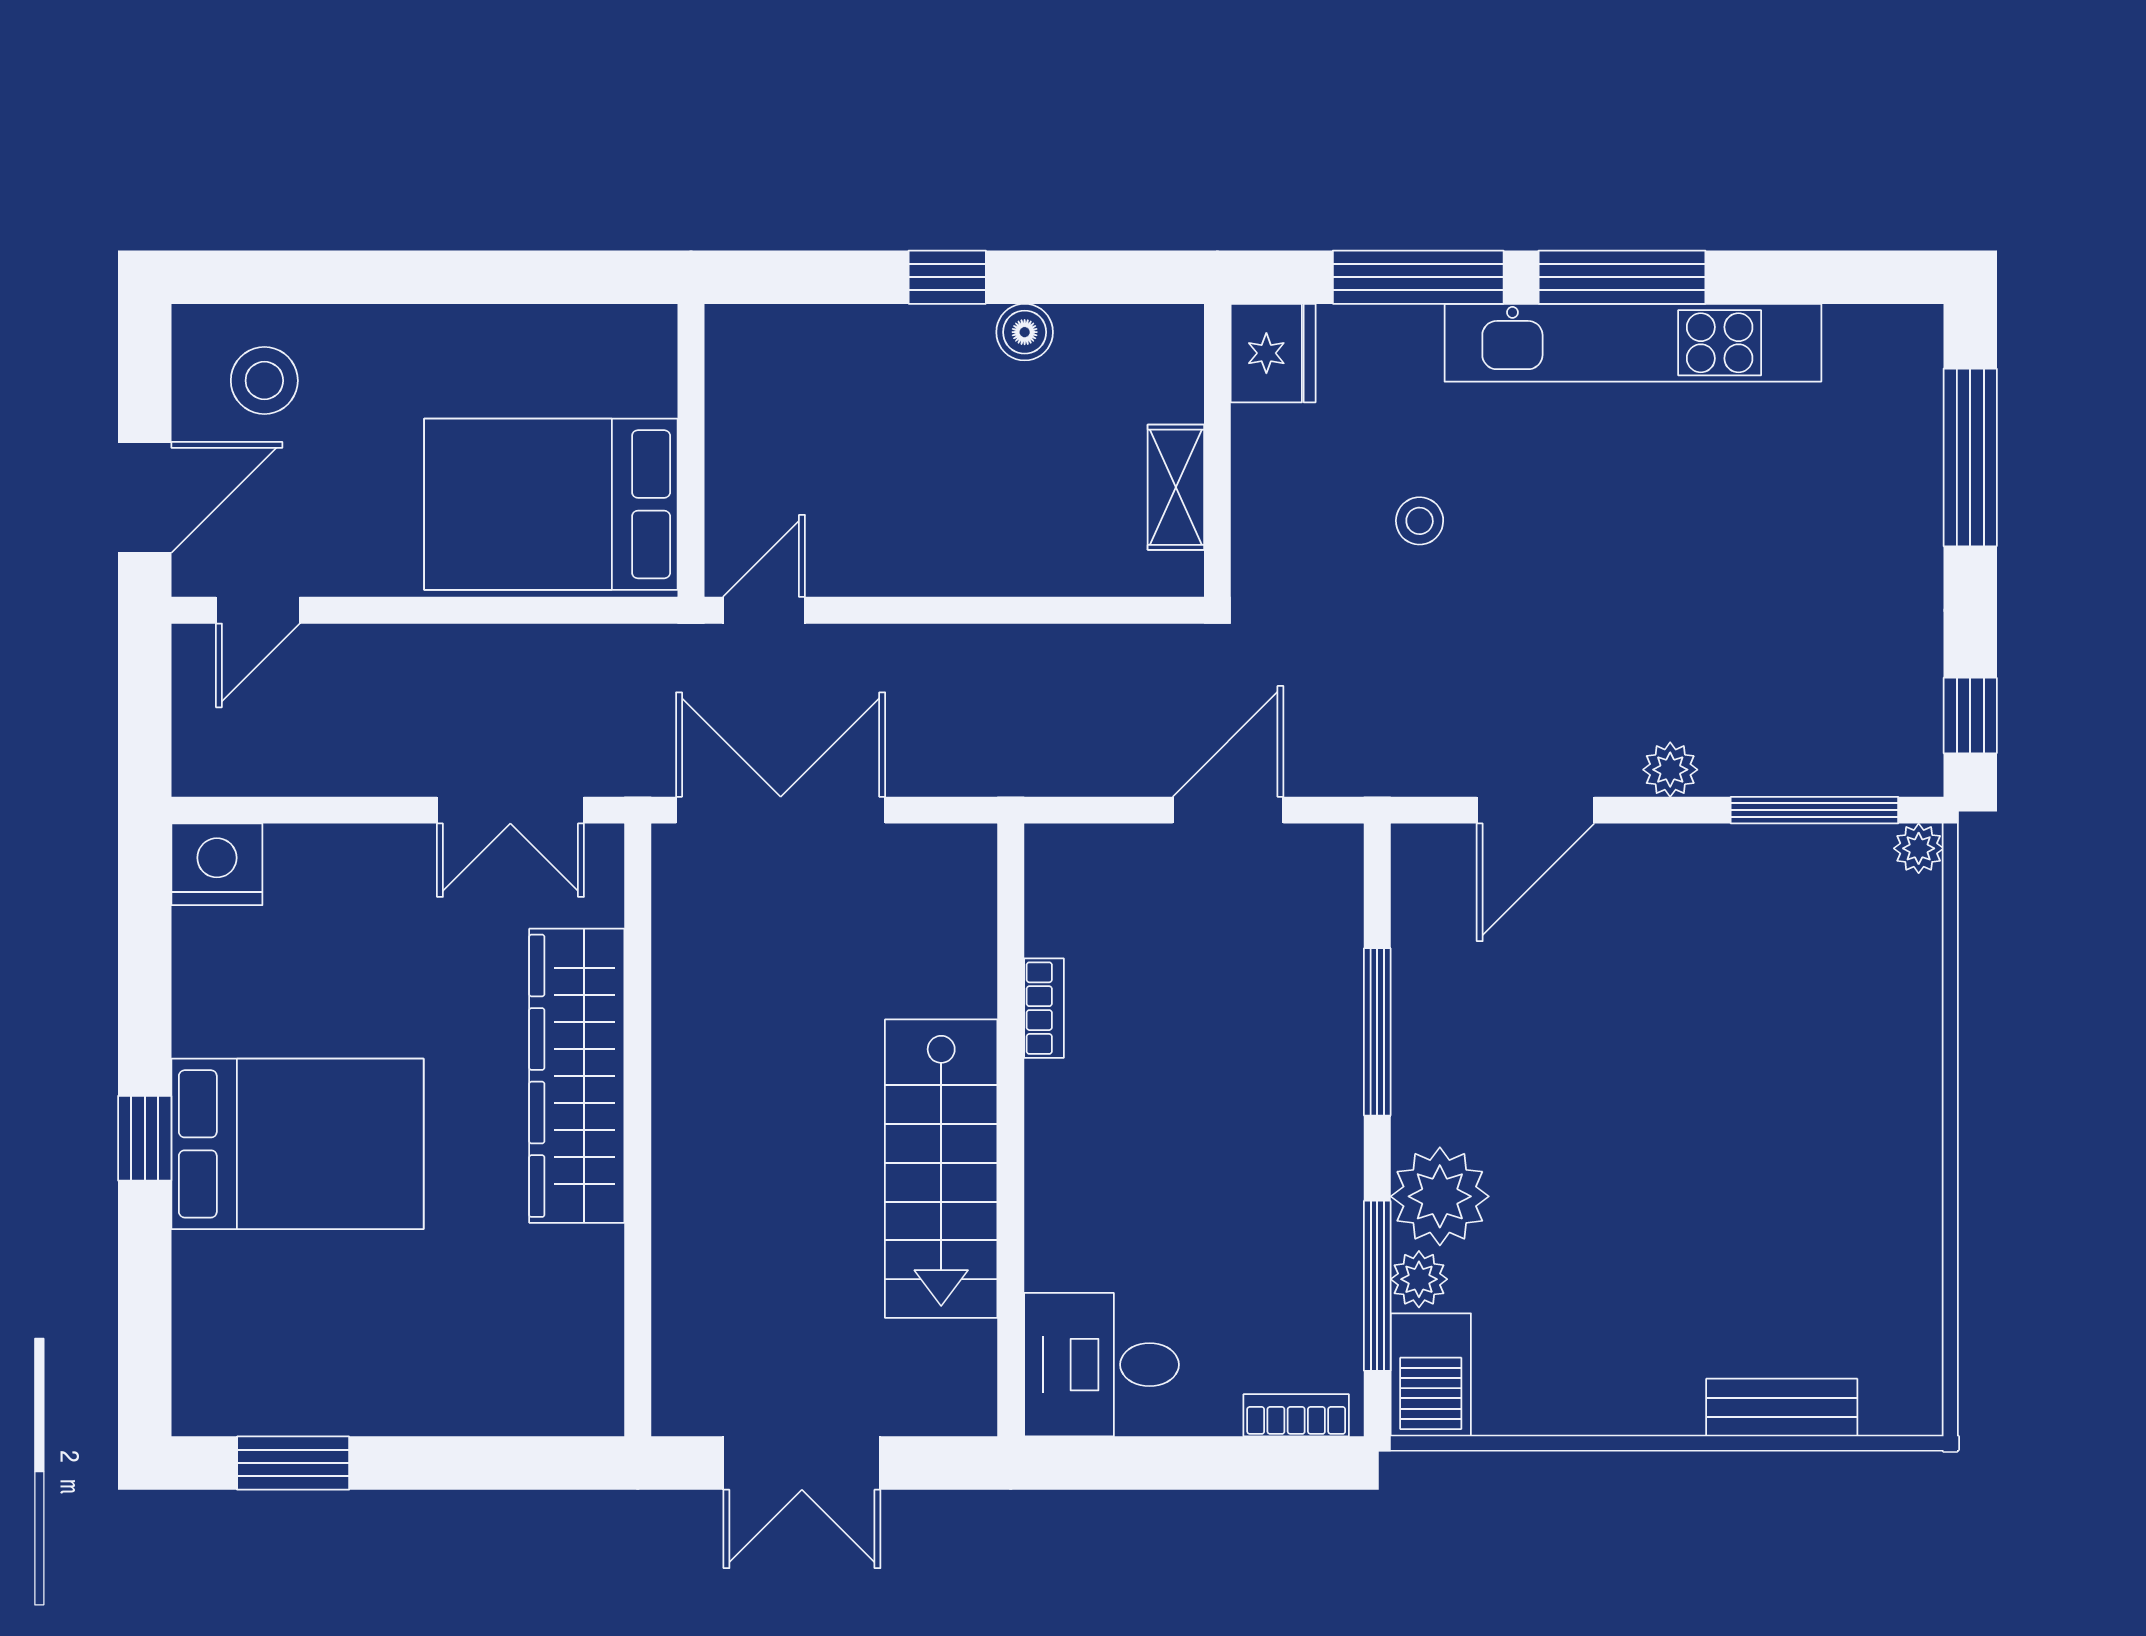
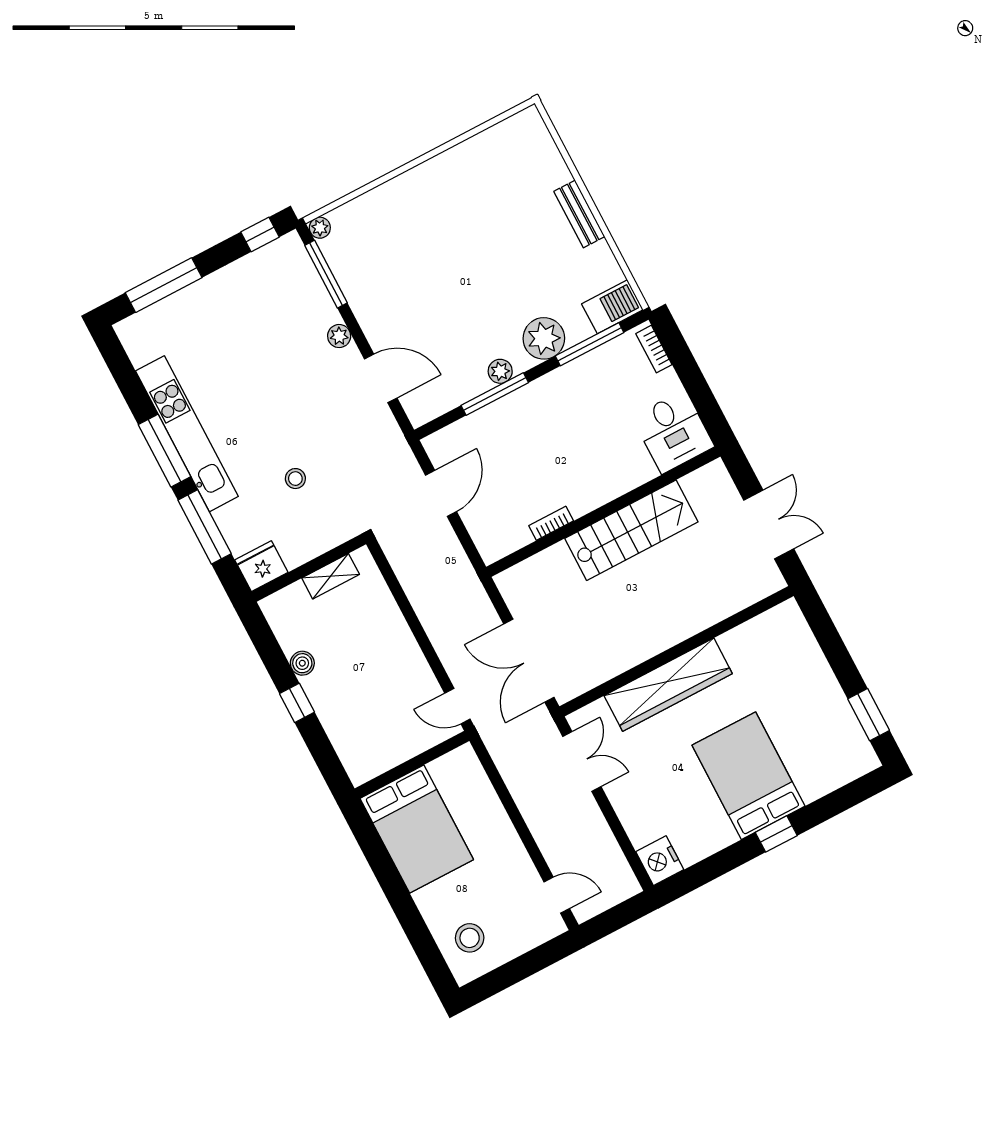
door: (145, 497) -> (537, 960), removed
bed: (551, 504) -> (417, 829), moved
door: (1228, 810) -> (441, 493), swing flipped
plant: (1419, 1279) -> (500, 371), moved
bench: (1782, 1408) -> (579, 214), moved

